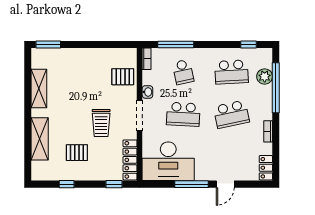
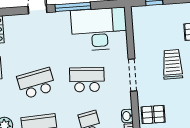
washbasin: (147, 92) -> (127, 116), moved
locker: (130, 160) -> (139, 28), removed

